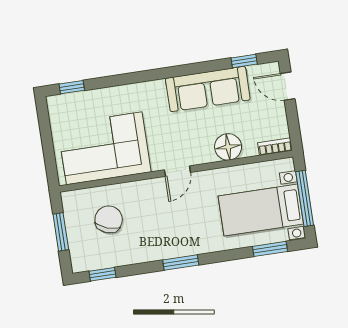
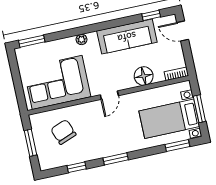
window: (72, 87) -> (32, 41), width x1.50
plant: (143, 89) -> (81, 39), added
window: (305, 198) -> (199, 109), width x0.69
chair: (109, 219) -> (63, 132), turned -41
window: (102, 274) -> (77, 167), moved

